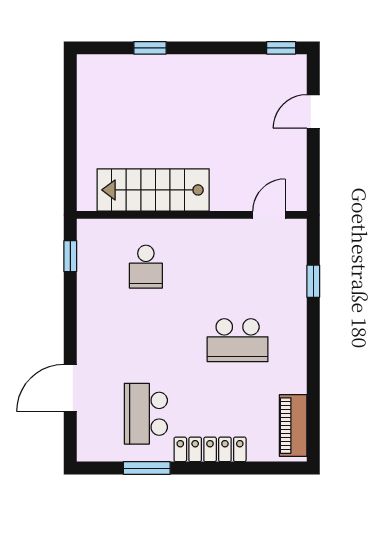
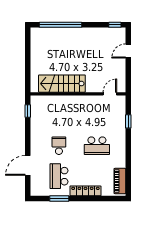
window: (150, 48) -> (61, 25), width x3.17
school desk: (146, 267) -> (59, 146), moved, turned 180

